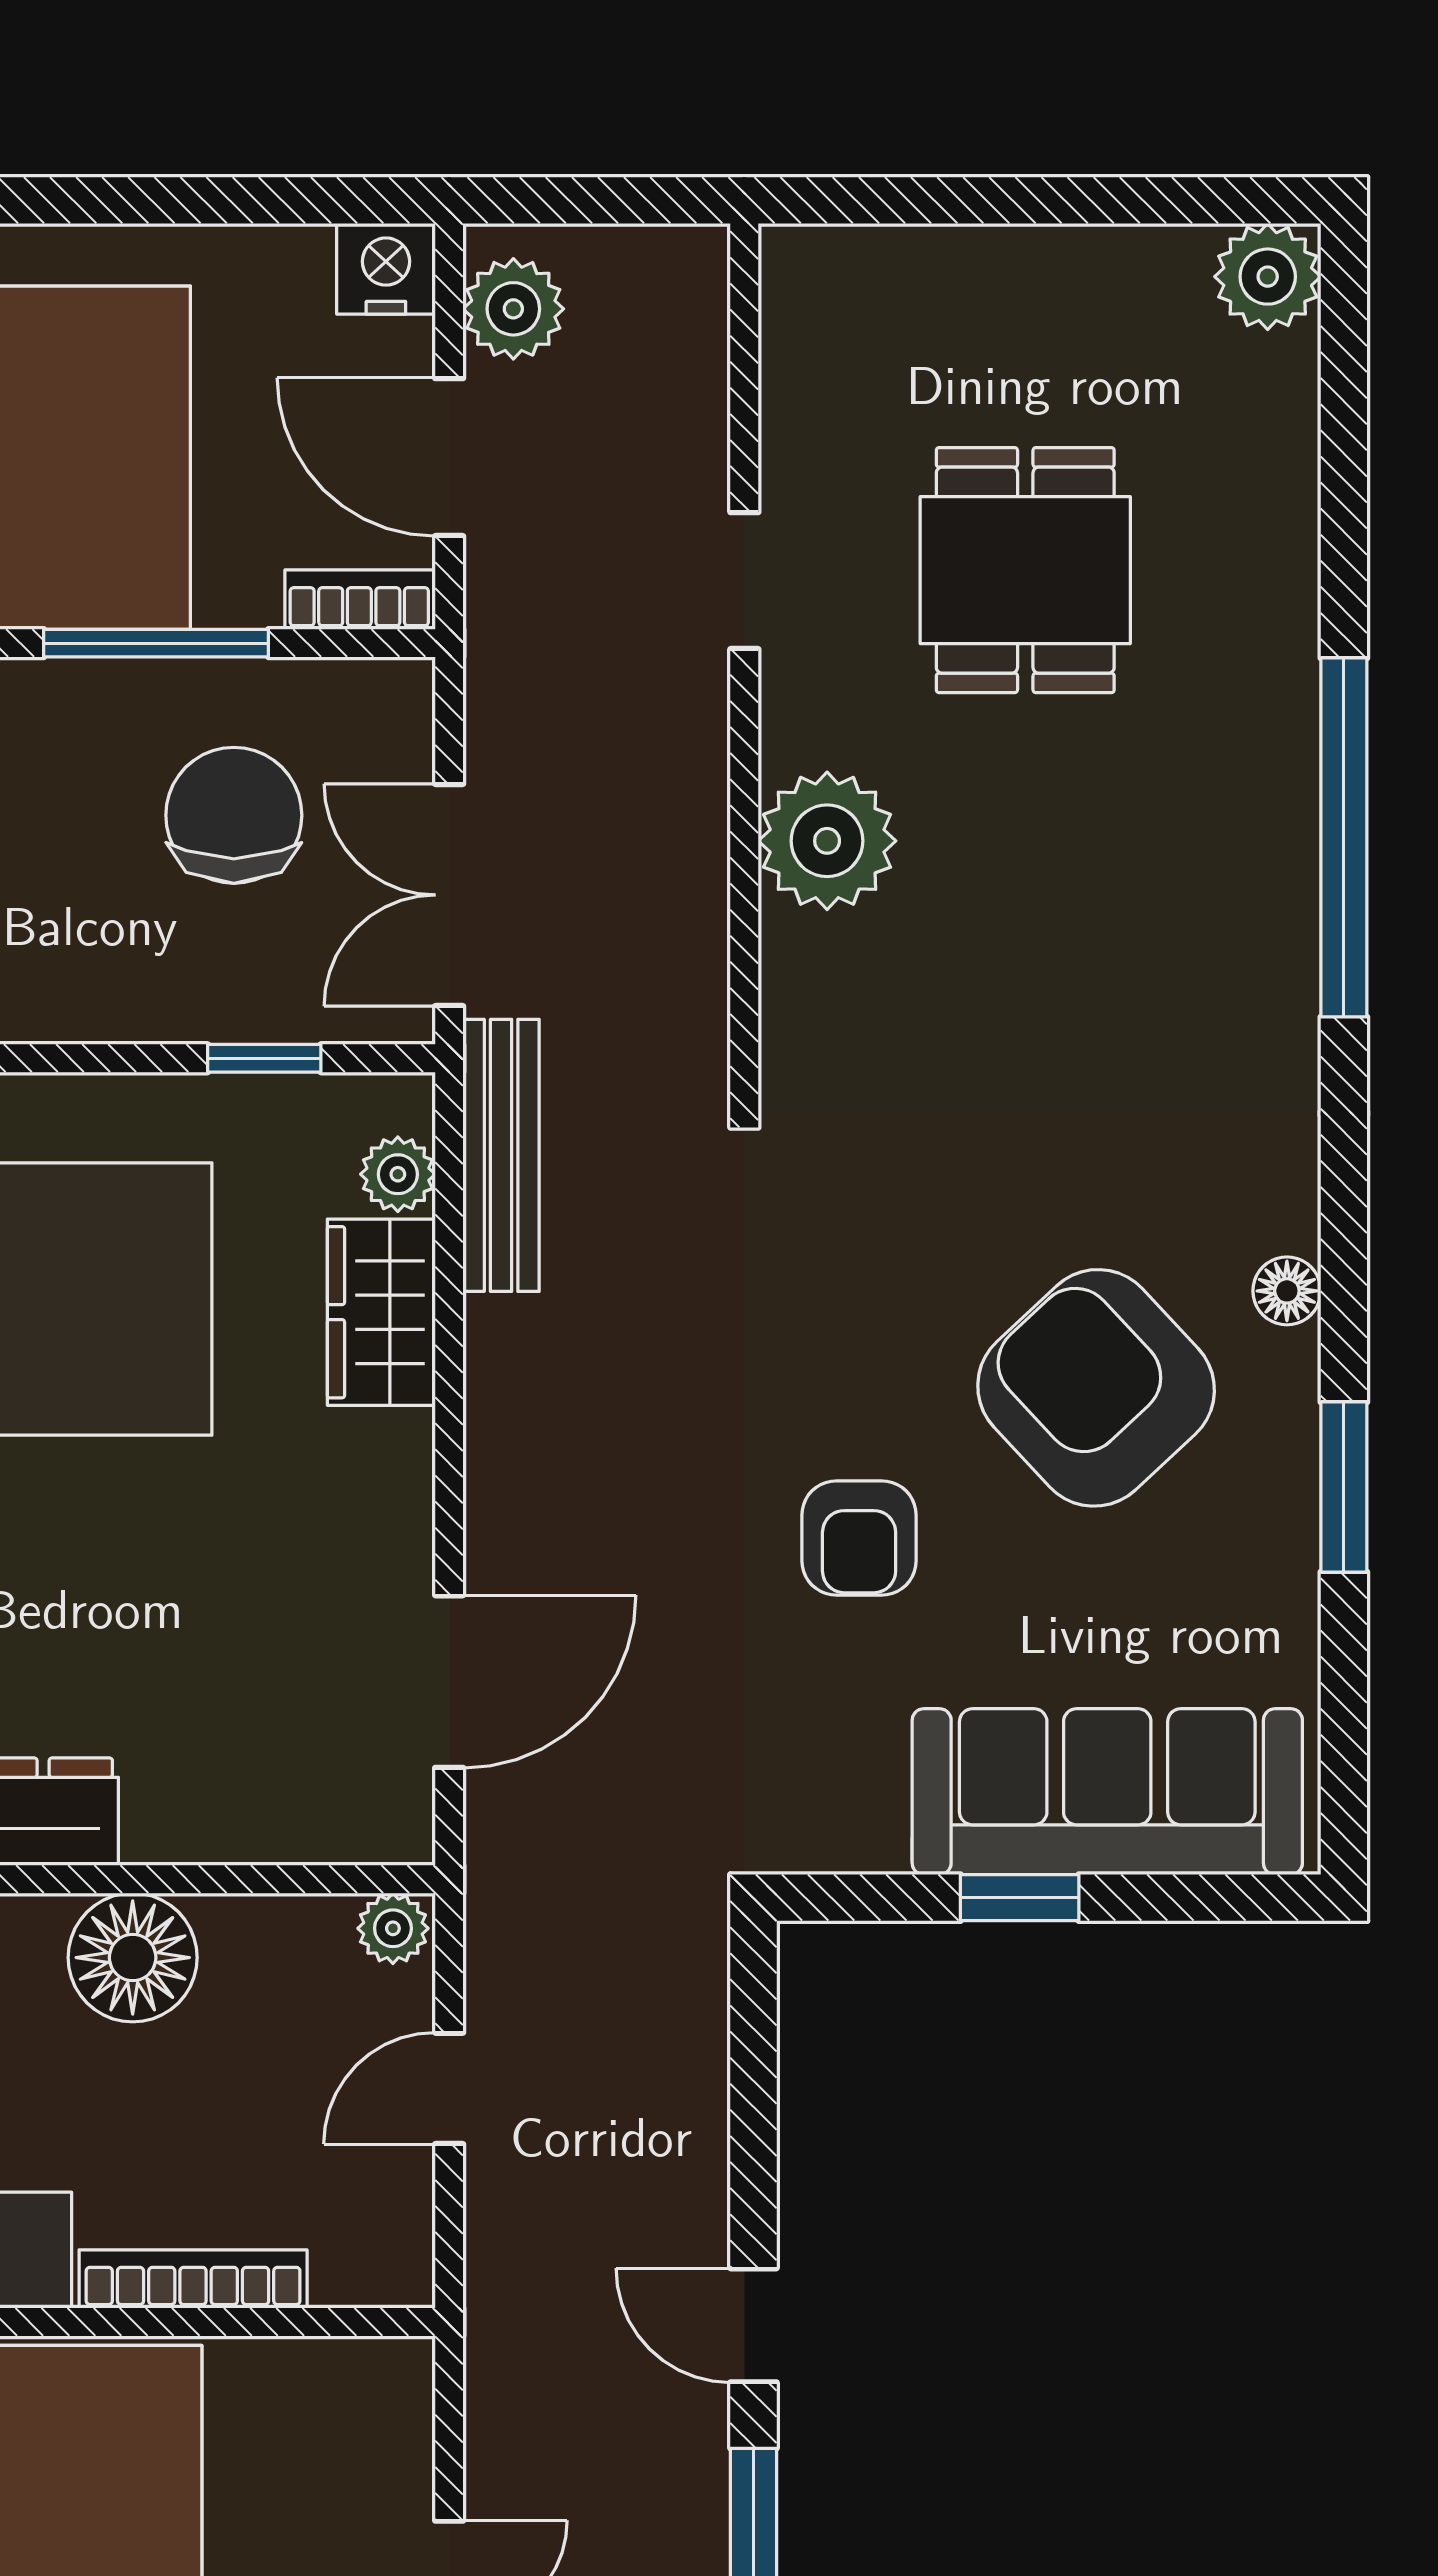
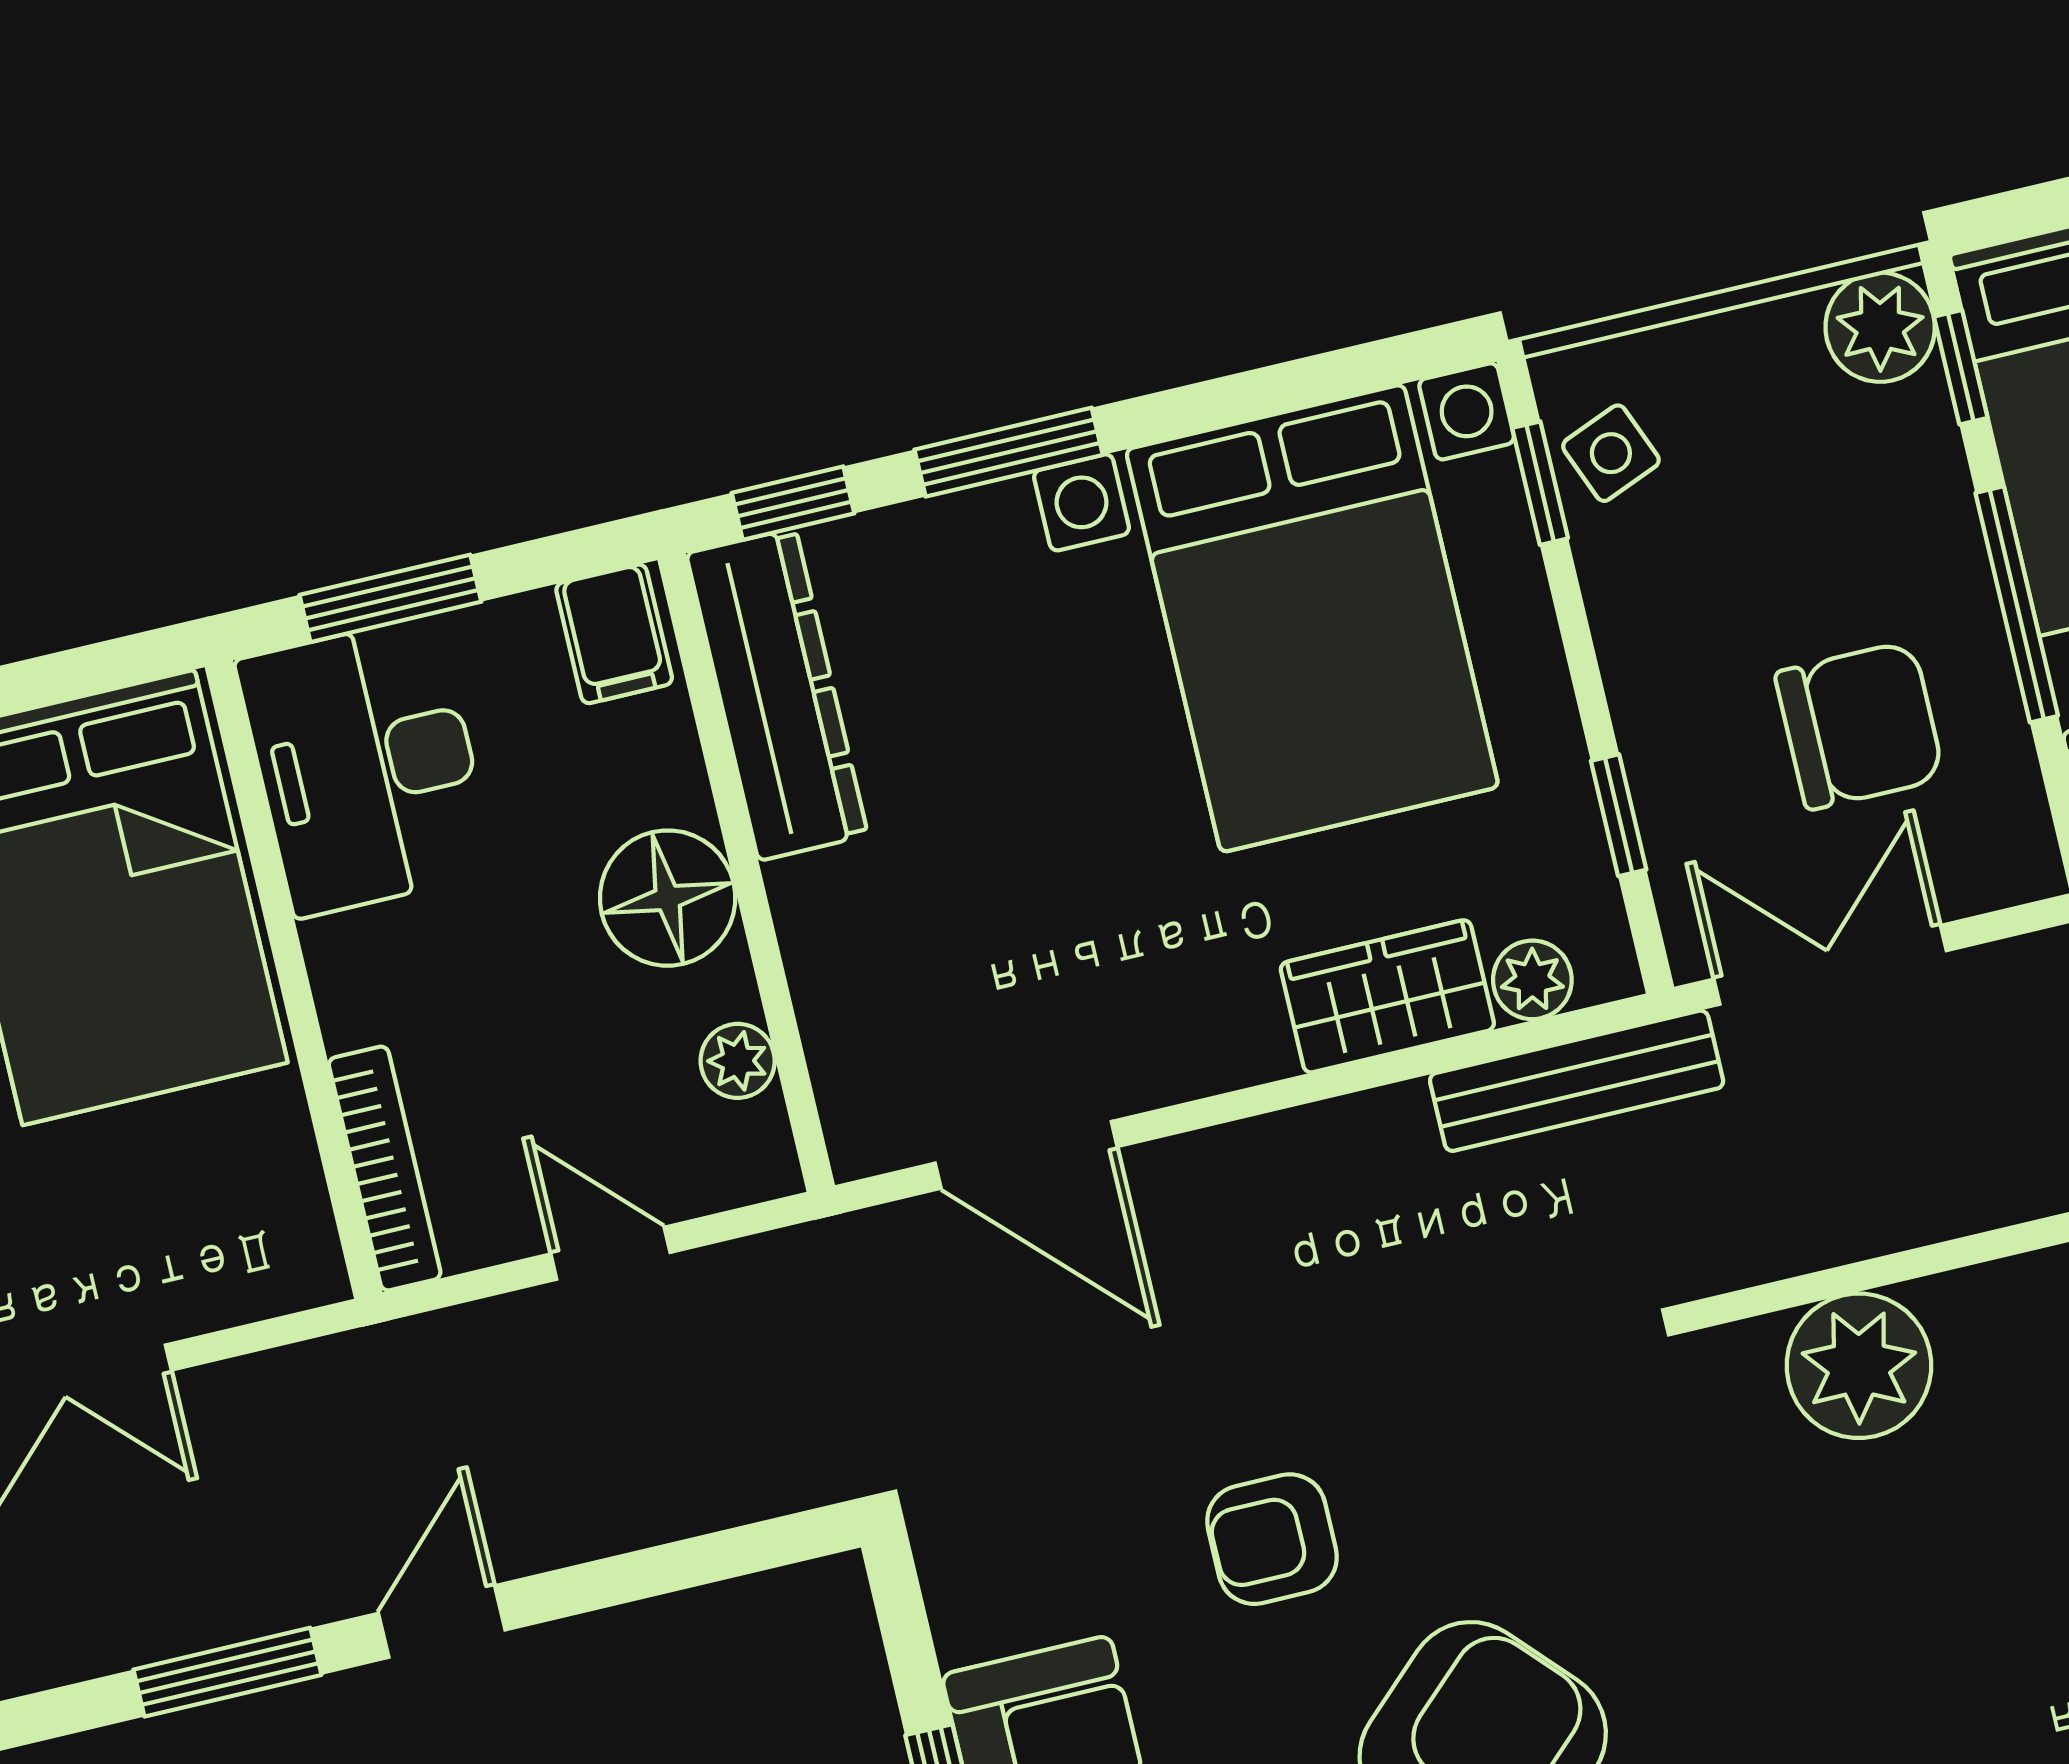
plant: (827, 841) -> (1859, 1366), moved
plant: (393, 1928) -> (738, 1061), moved
bookcase: (193, 2279) -> (385, 1169), moved

